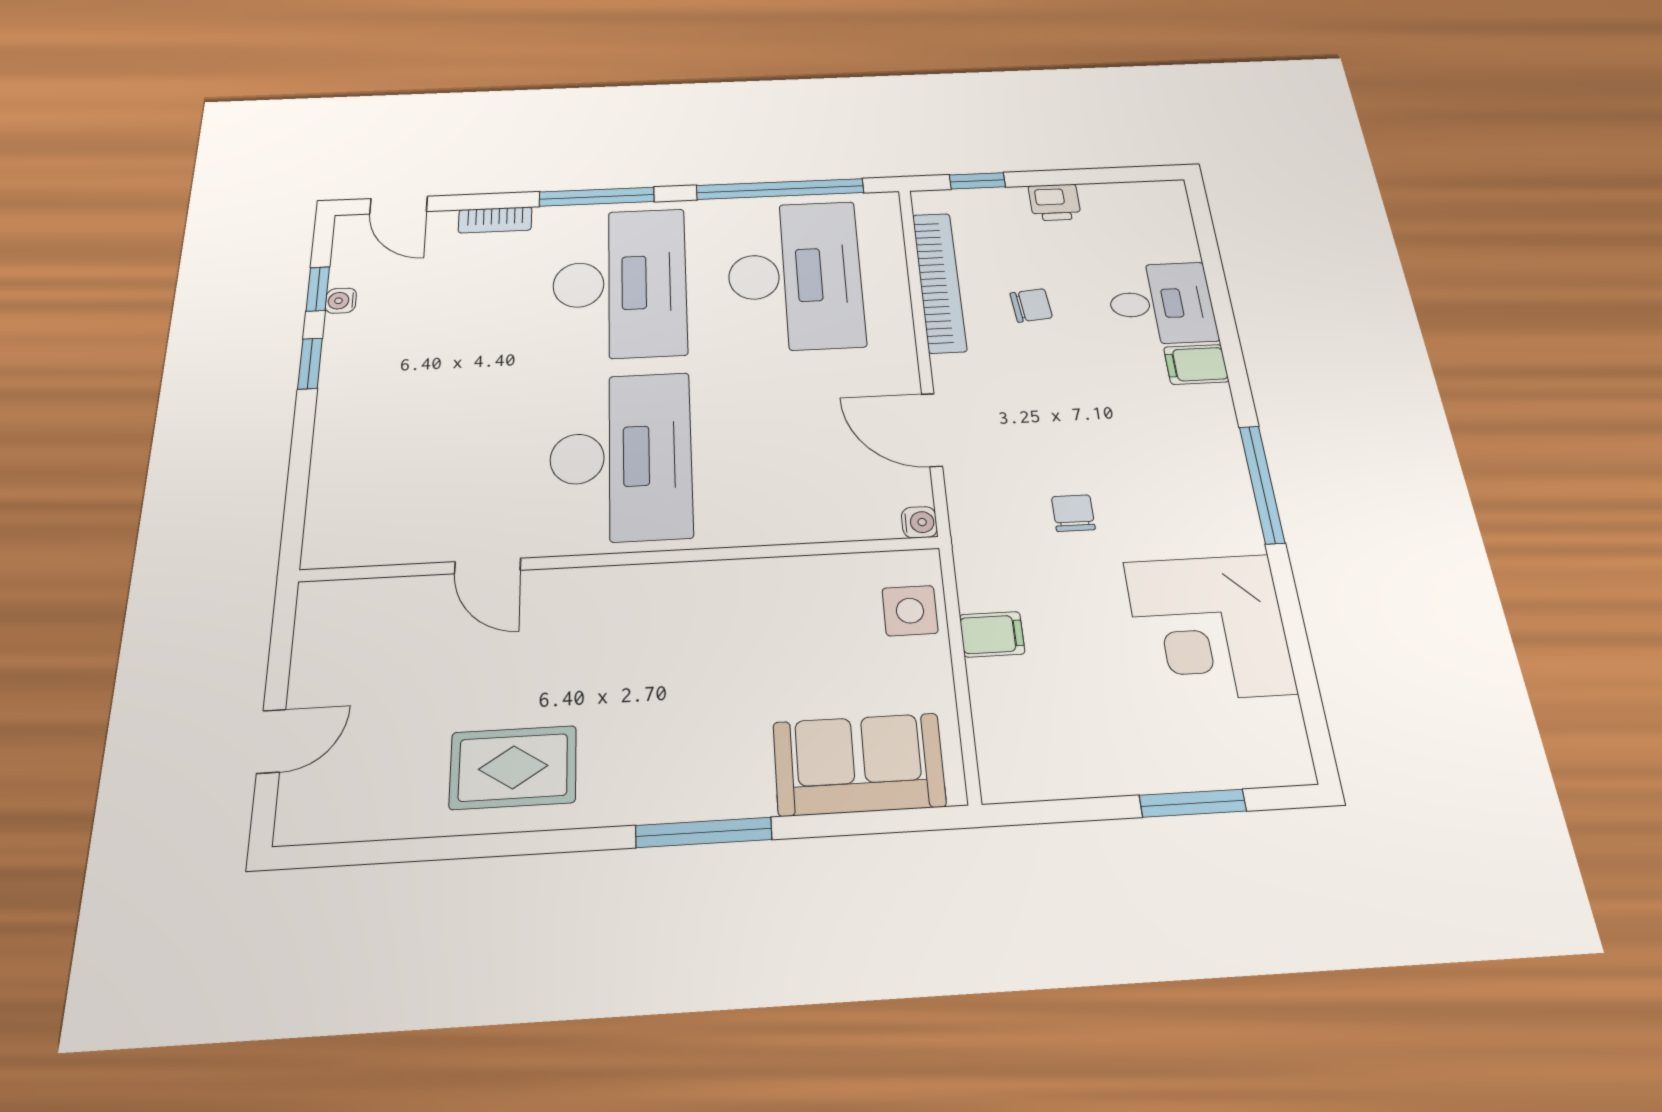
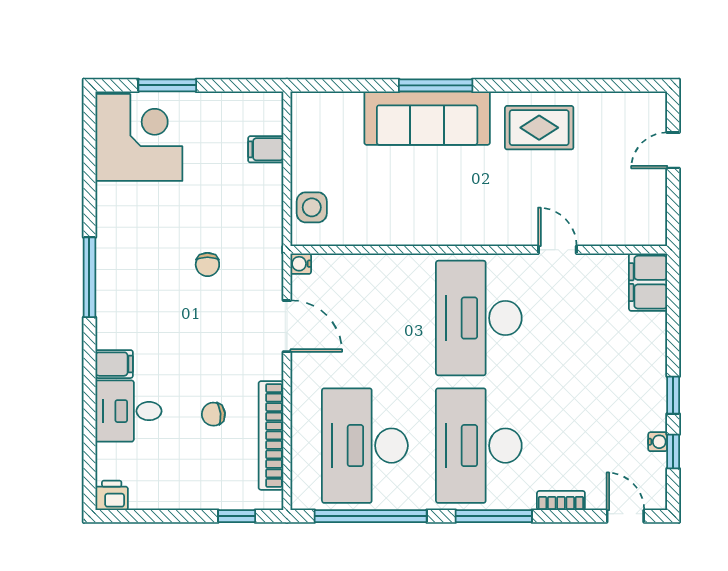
printer: (1055, 202) -> (112, 495), moved
filing cabinet: (336, 524) -> (648, 282), added
corner desk: (1209, 627) -> (139, 137), moved
filing cabinet: (992, 634) -> (266, 149), moved
sofa: (859, 764) -> (427, 118), moved, width x1.36

